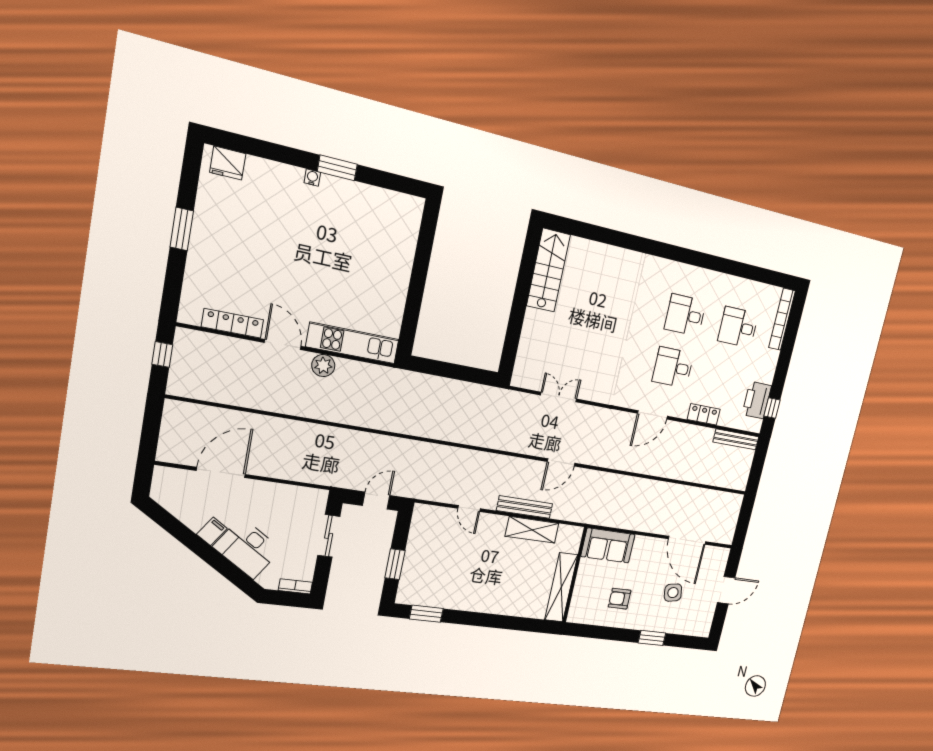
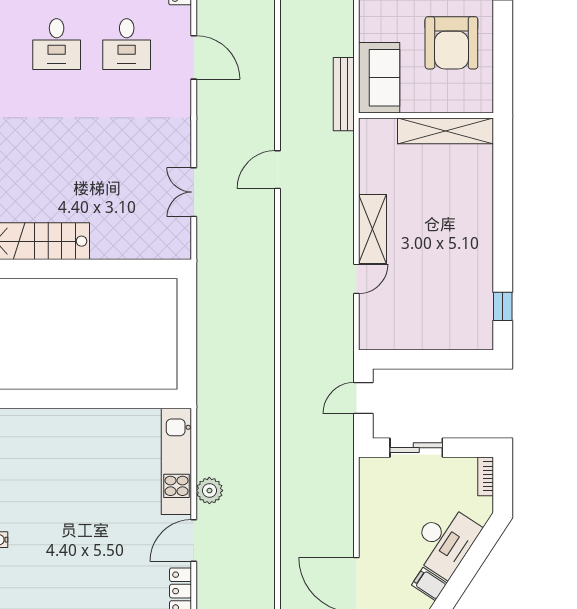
door: (561, 462) -> (277, 170), swing flipped
door: (376, 501) -> (363, 398), hinge flipped
bench: (525, 507) -> (344, 94), moved
shelving: (532, 530) -> (373, 229), moved
window: (395, 564) -> (442, 359), removed
armchair: (620, 599) -> (451, 43), width x1.88, depth x1.88
window: (426, 614) -> (503, 306), width x0.67

